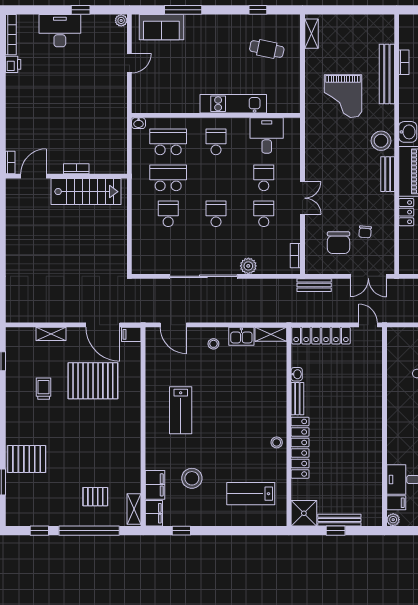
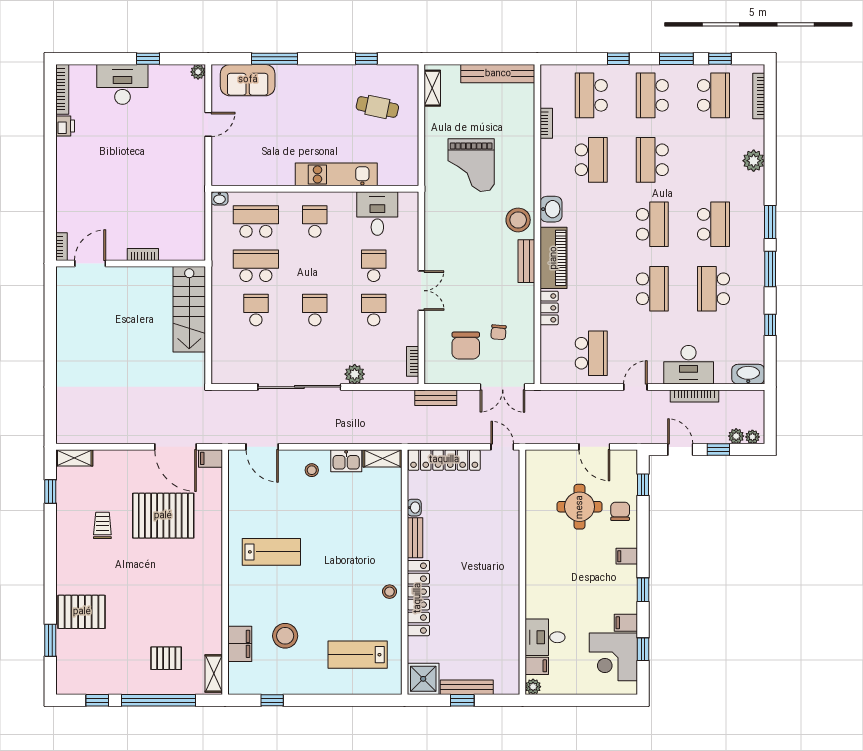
bench: (387, 74) -> (498, 74), moved, turned 90
stairs: (86, 192) -> (189, 309), moved, turned 90
shelving: (51, 334) -> (74, 458), moved
lab bench: (181, 410) -> (271, 552), turned -90
filing cabinet: (154, 513) -> (238, 679), removed

